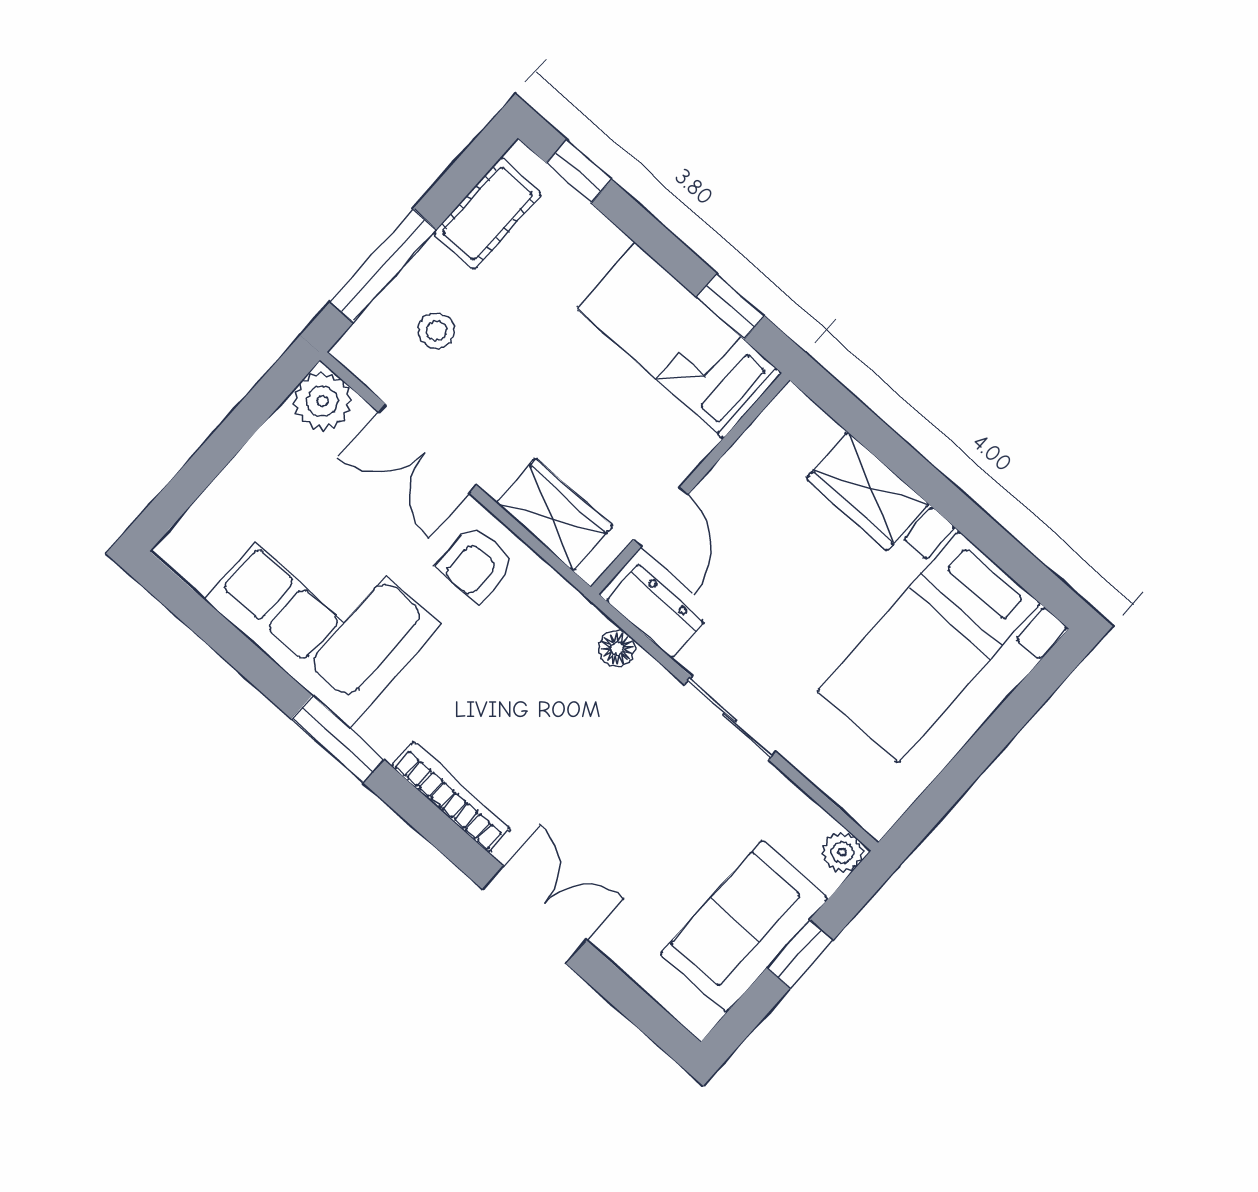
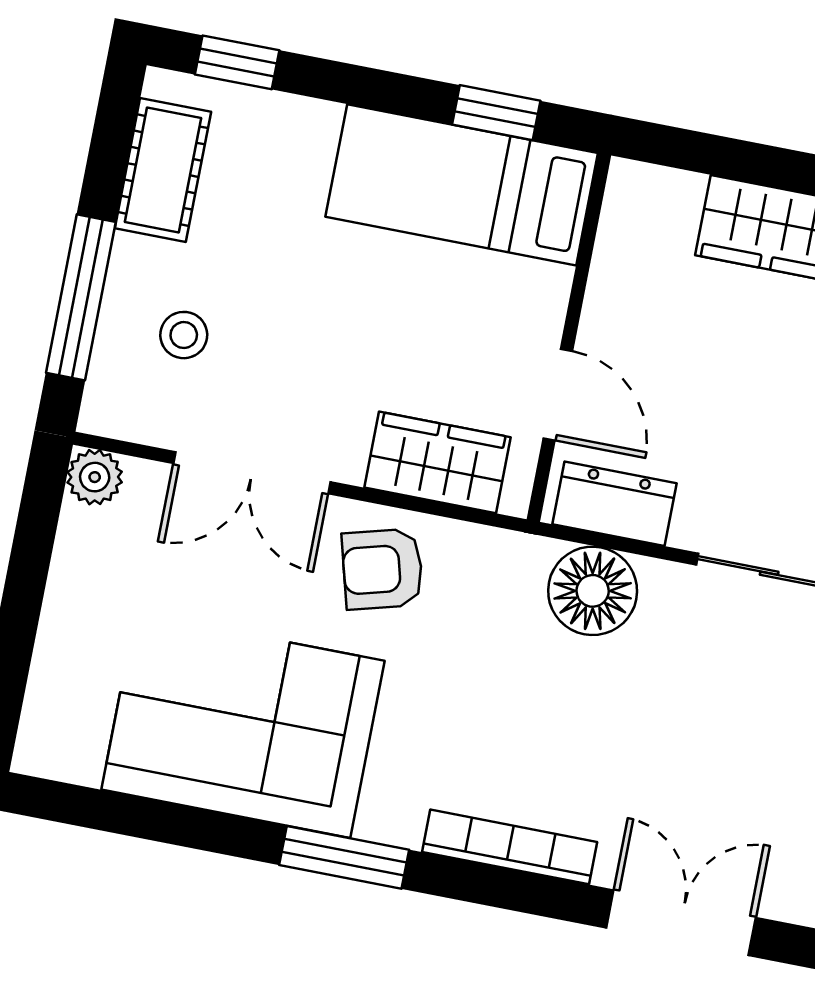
plant: (322, 401) -> (95, 477), width x0.73, depth x0.73
armchair: (476, 564) -> (382, 569), turned 75
floor lamp: (617, 648) -> (593, 591), width x1.89, depth x1.89

